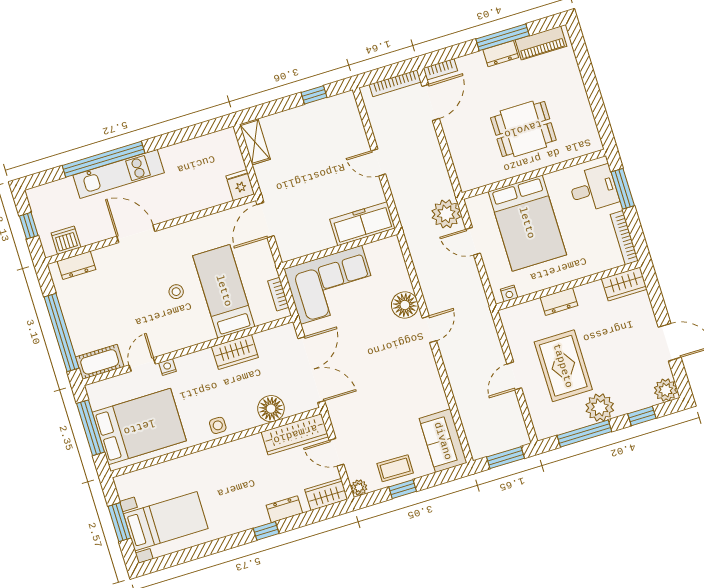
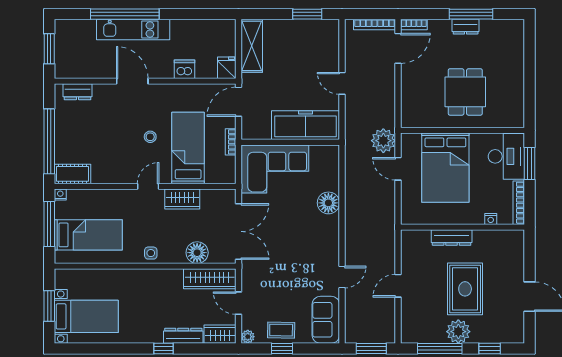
piano: (541, 43) -> (500, 28), removed
window: (314, 95) -> (307, 14), width x1.50
dining table: (523, 129) -> (465, 92), turned 90
shelving: (255, 142) -> (252, 46), width x1.50, depth x1.33
desk: (594, 189) -> (506, 156), width x1.37
freezer: (363, 224) -> (305, 125), width x1.36, depth x1.26
window: (29, 226) -> (49, 49), width x1.50
dishwasher: (66, 240) -> (184, 69), moved
wardrobe: (624, 284) -> (508, 239), removed
nightstand: (509, 293) -> (491, 219), moved
bookcase: (278, 294) -> (231, 142), moved
dresser: (559, 302) -> (452, 238), width x1.44
door: (429, 329) -> (342, 277), moved
door: (142, 364) -> (148, 186), moved
rug: (563, 366) -> (465, 289), moved
nightstand: (167, 367) -> (60, 195), moved
plant: (666, 390) -> (515, 334), removed
bed: (139, 427) -> (88, 235), width x0.67
dresser: (284, 509) -> (183, 336), width x1.44

